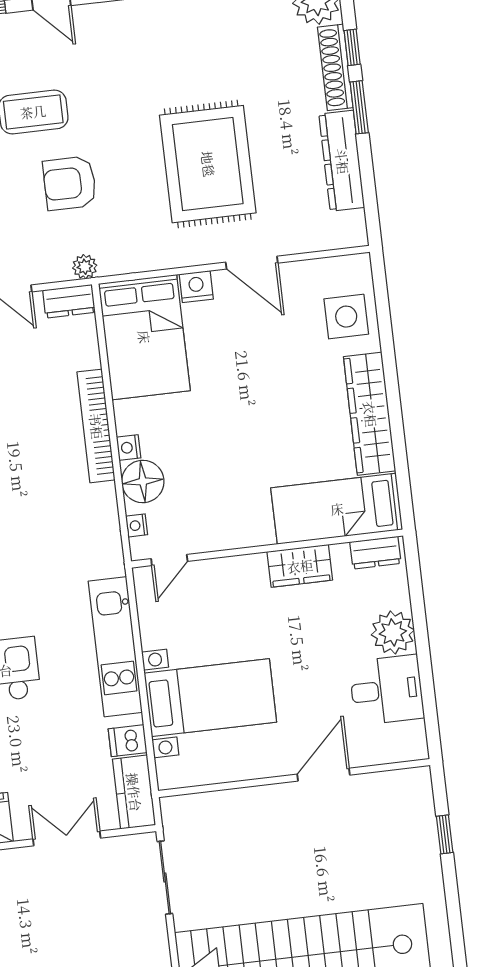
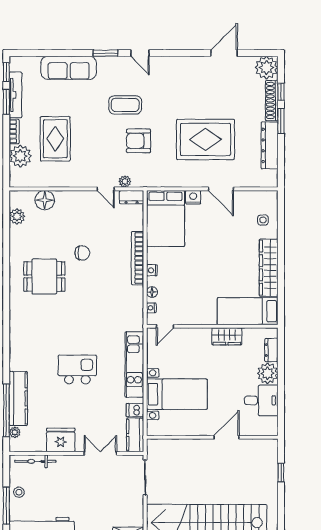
rug: (208, 164) -> (205, 139), turned 90
plant: (85, 267) -> (125, 182), moved
side table: (346, 317) -> (263, 220), width x0.54, depth x0.54
floor lamp: (143, 481) -> (152, 292), width x0.53, depth x0.53
dresser: (375, 553) -> (271, 350), moved, turned 90

